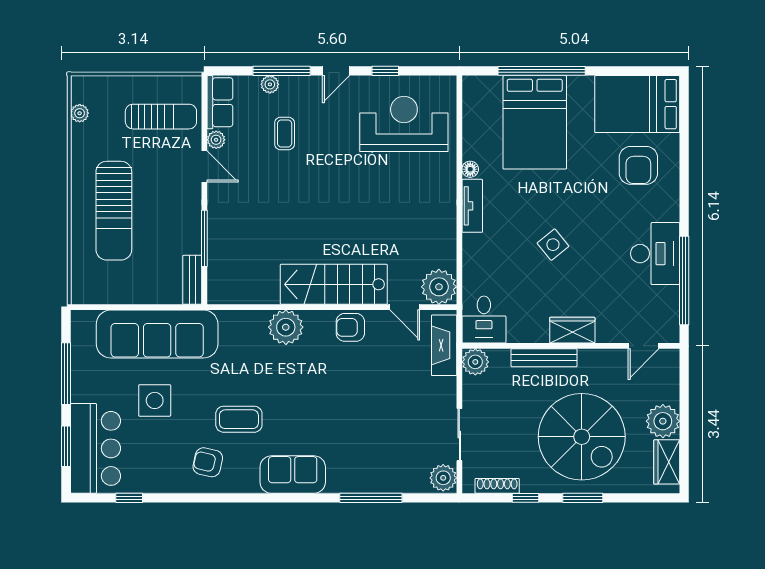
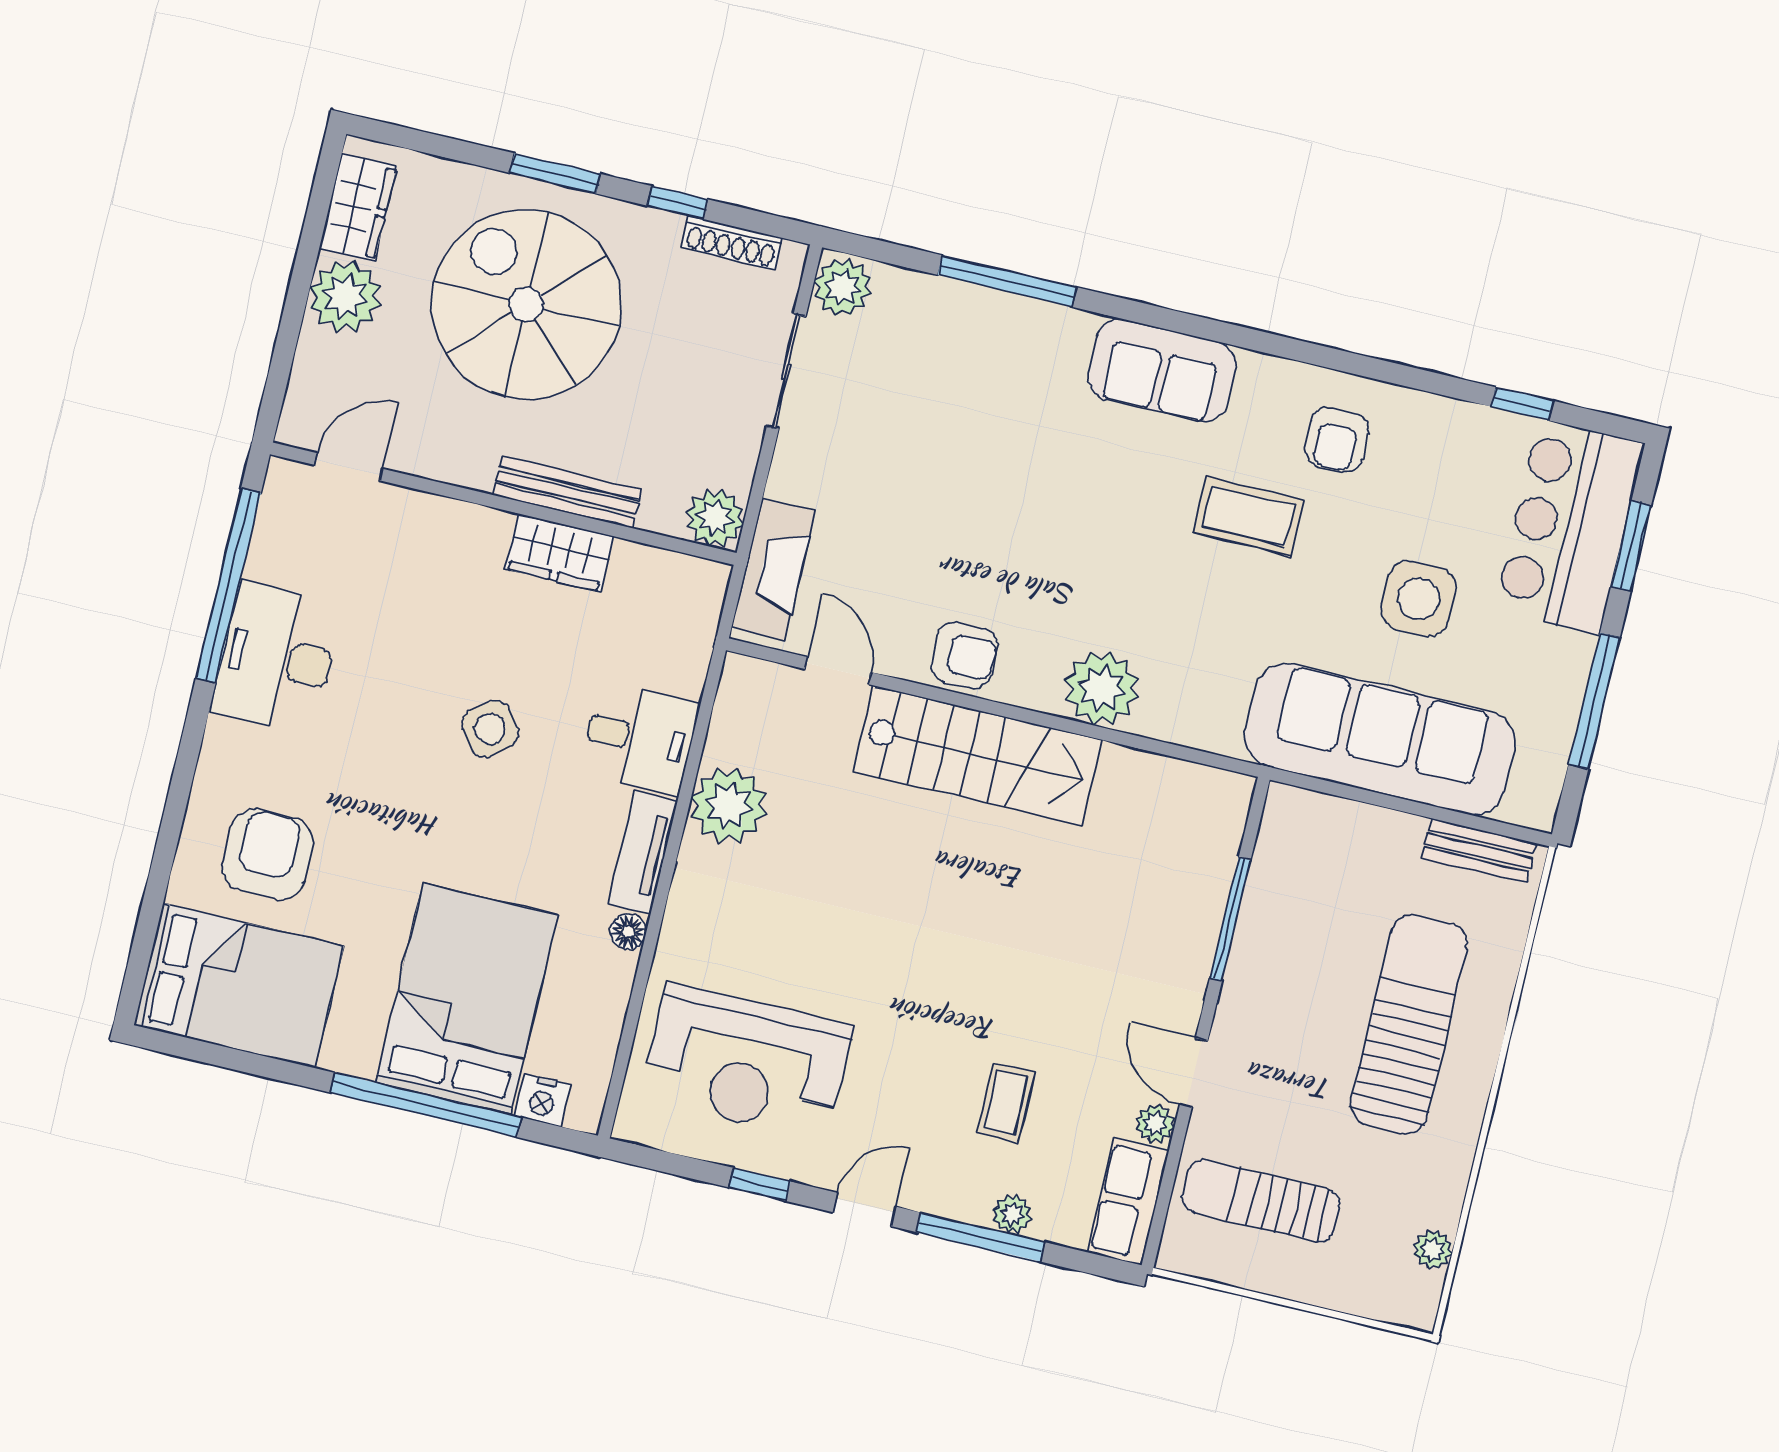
nightstand: (490, 85) -> (542, 1100), added
bench: (192, 280) -> (1479, 851), moved, turned 90
plant: (439, 287) -> (729, 805), moved
desk: (484, 320) -> (639, 738), moved, turned 90
wardrobe: (572, 330) -> (559, 553), moved
armchair: (208, 462) -> (1337, 440), turned 77

